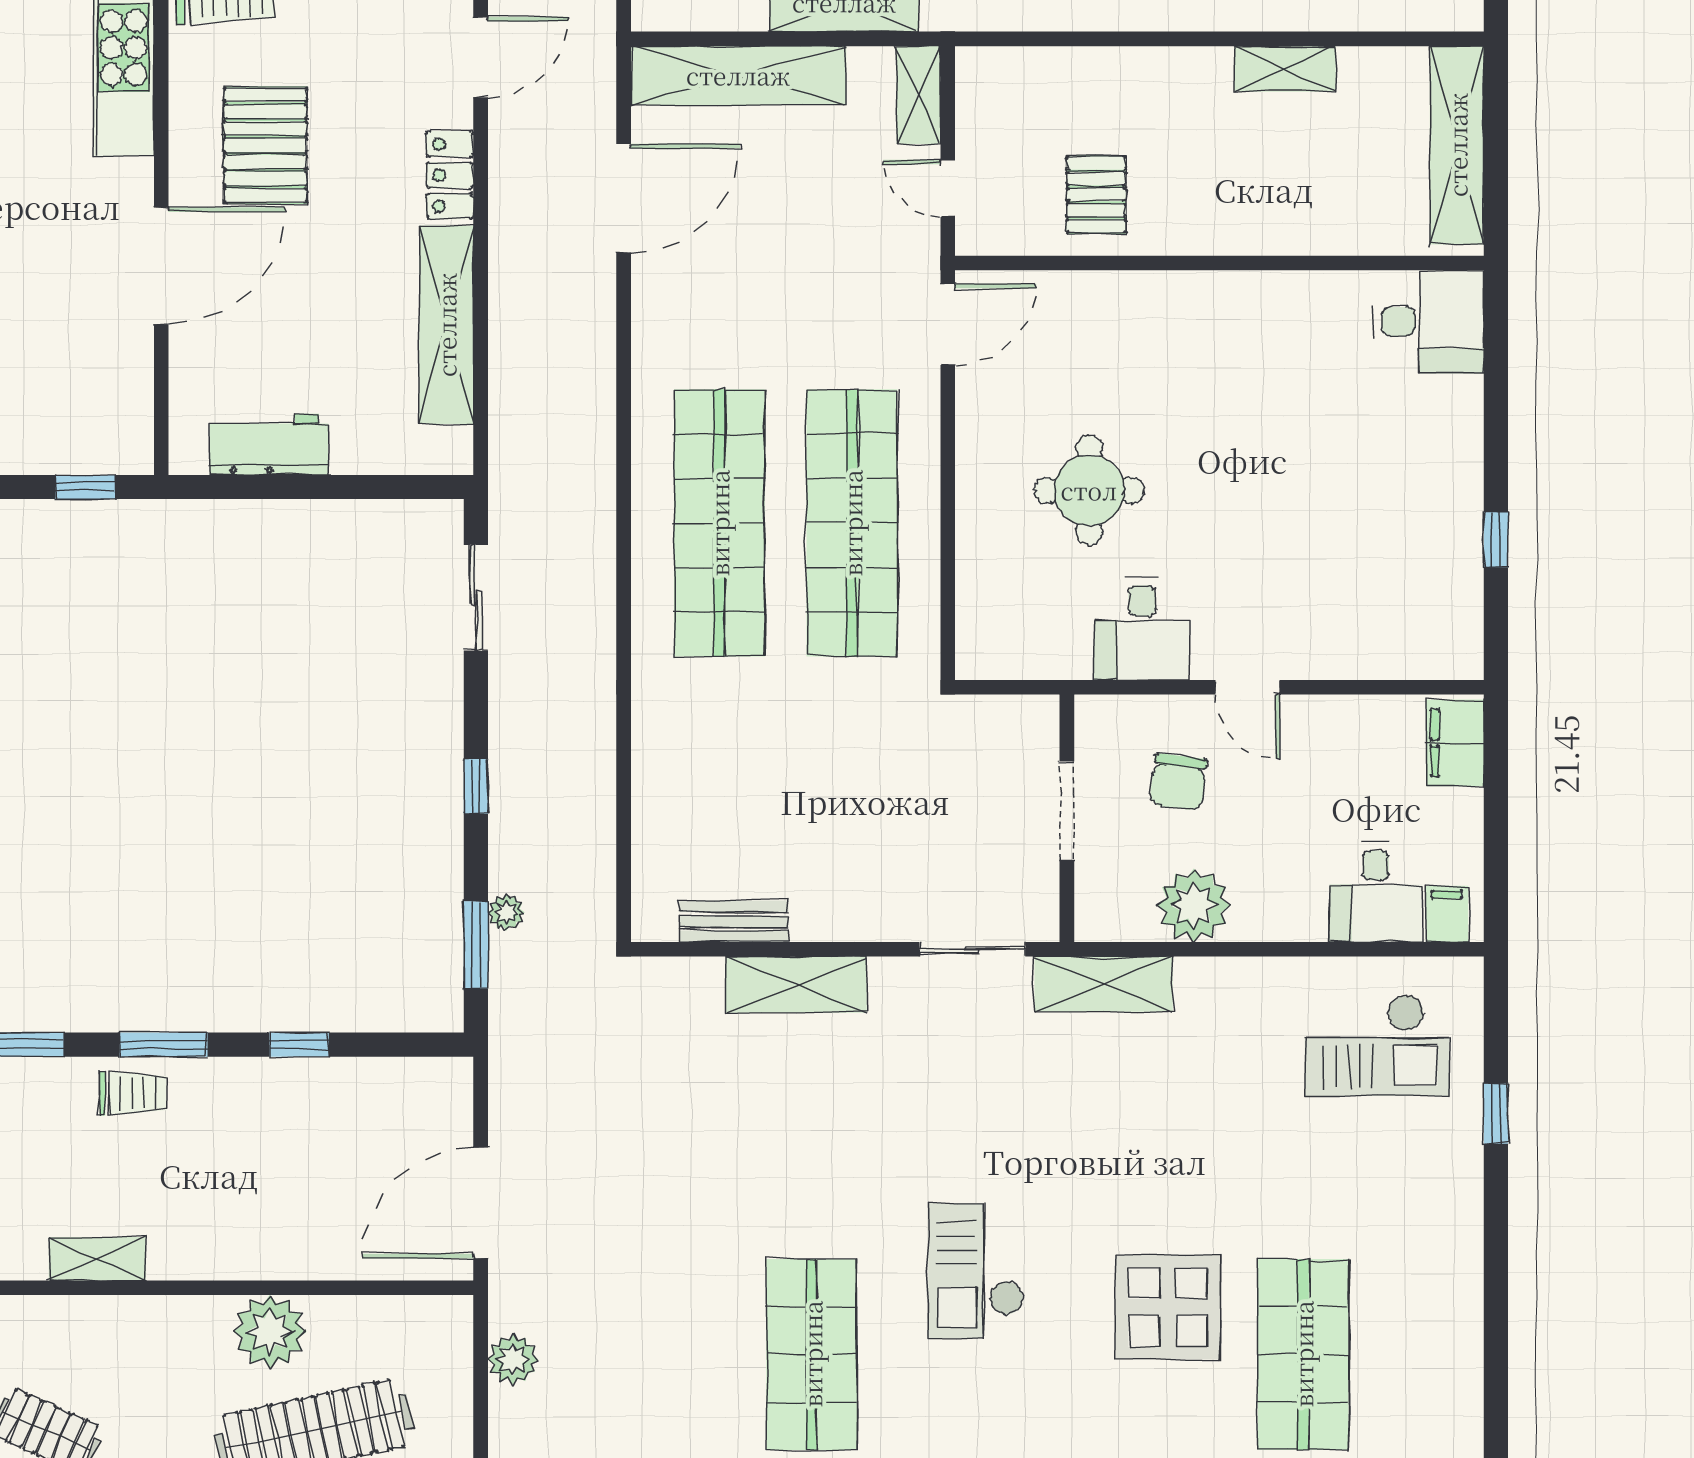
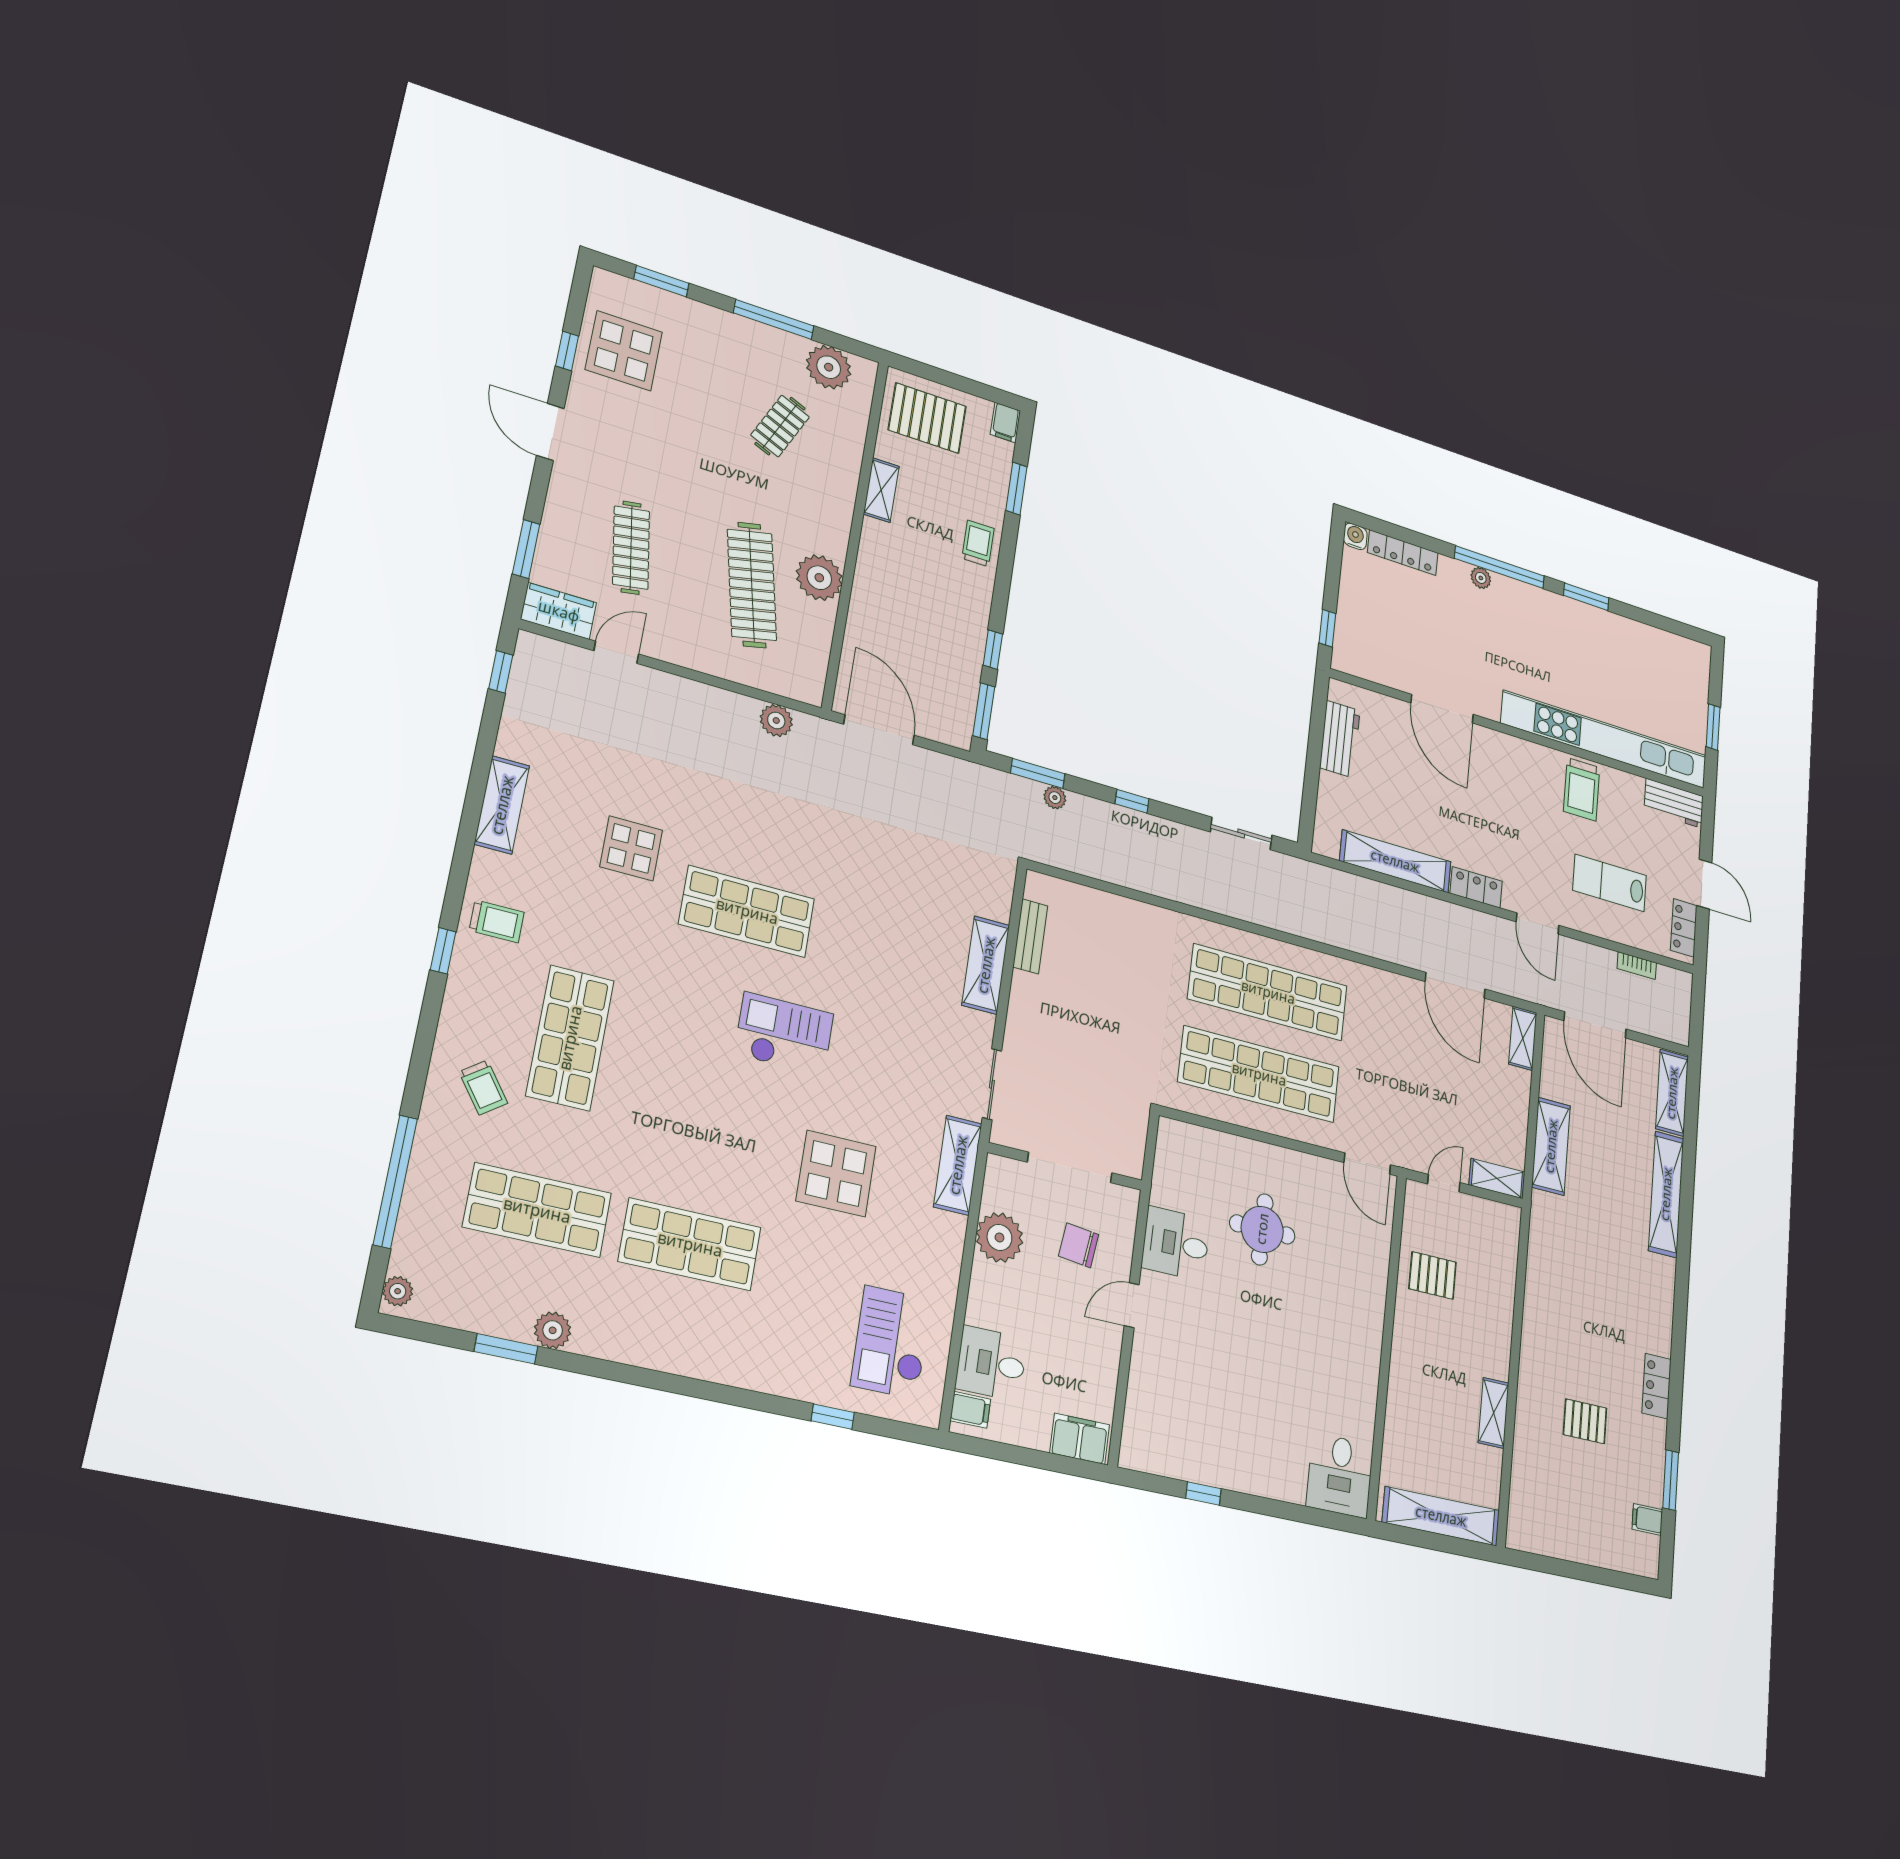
shelving: (738, 75) -> (1523, 1038), width x0.45, depth x0.75
pallet: (265, 145) -> (1501, 787), removed
doorway: (1067, 811) -> (1070, 1167), width x1.36
window: (163, 1045) -> (984, 711), moved
trolley: (133, 1093) -> (978, 543), turned 180
display table: (1168, 1307) -> (836, 1174), moved

